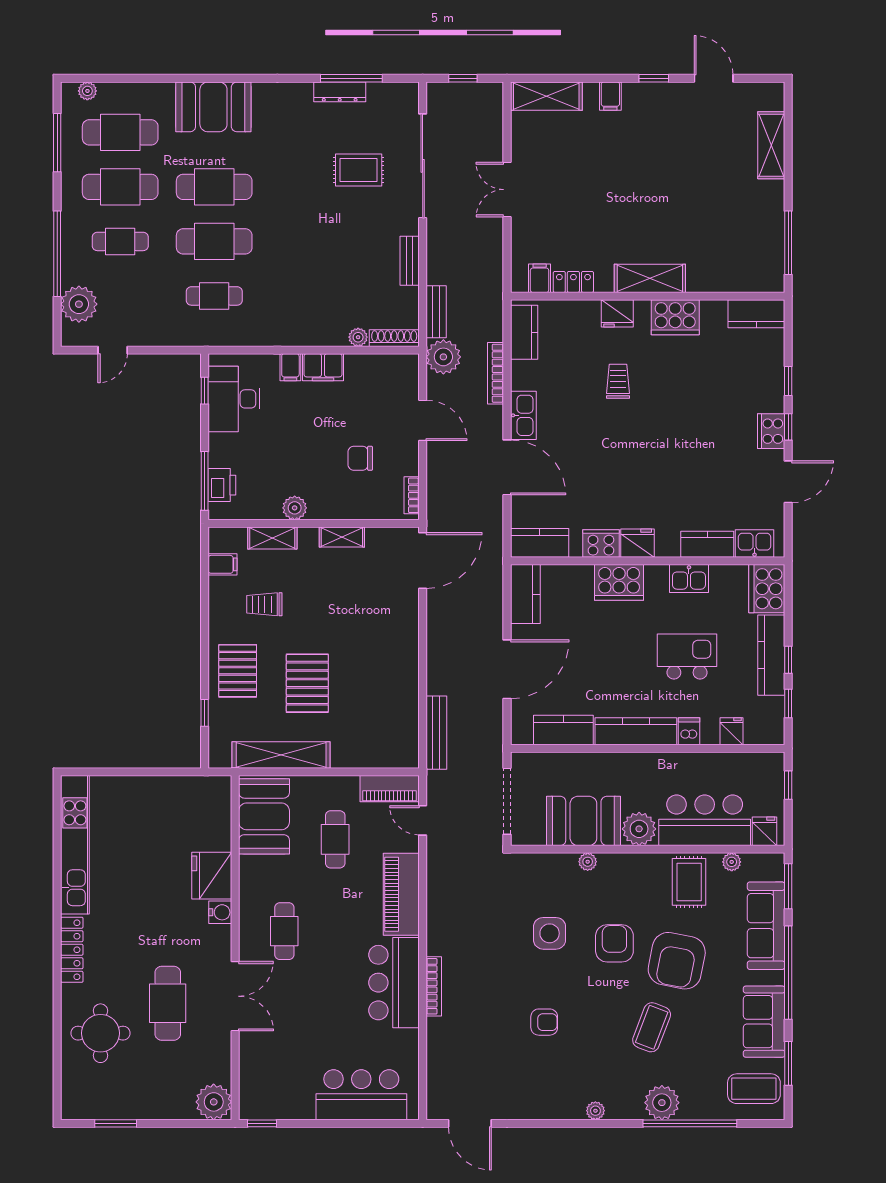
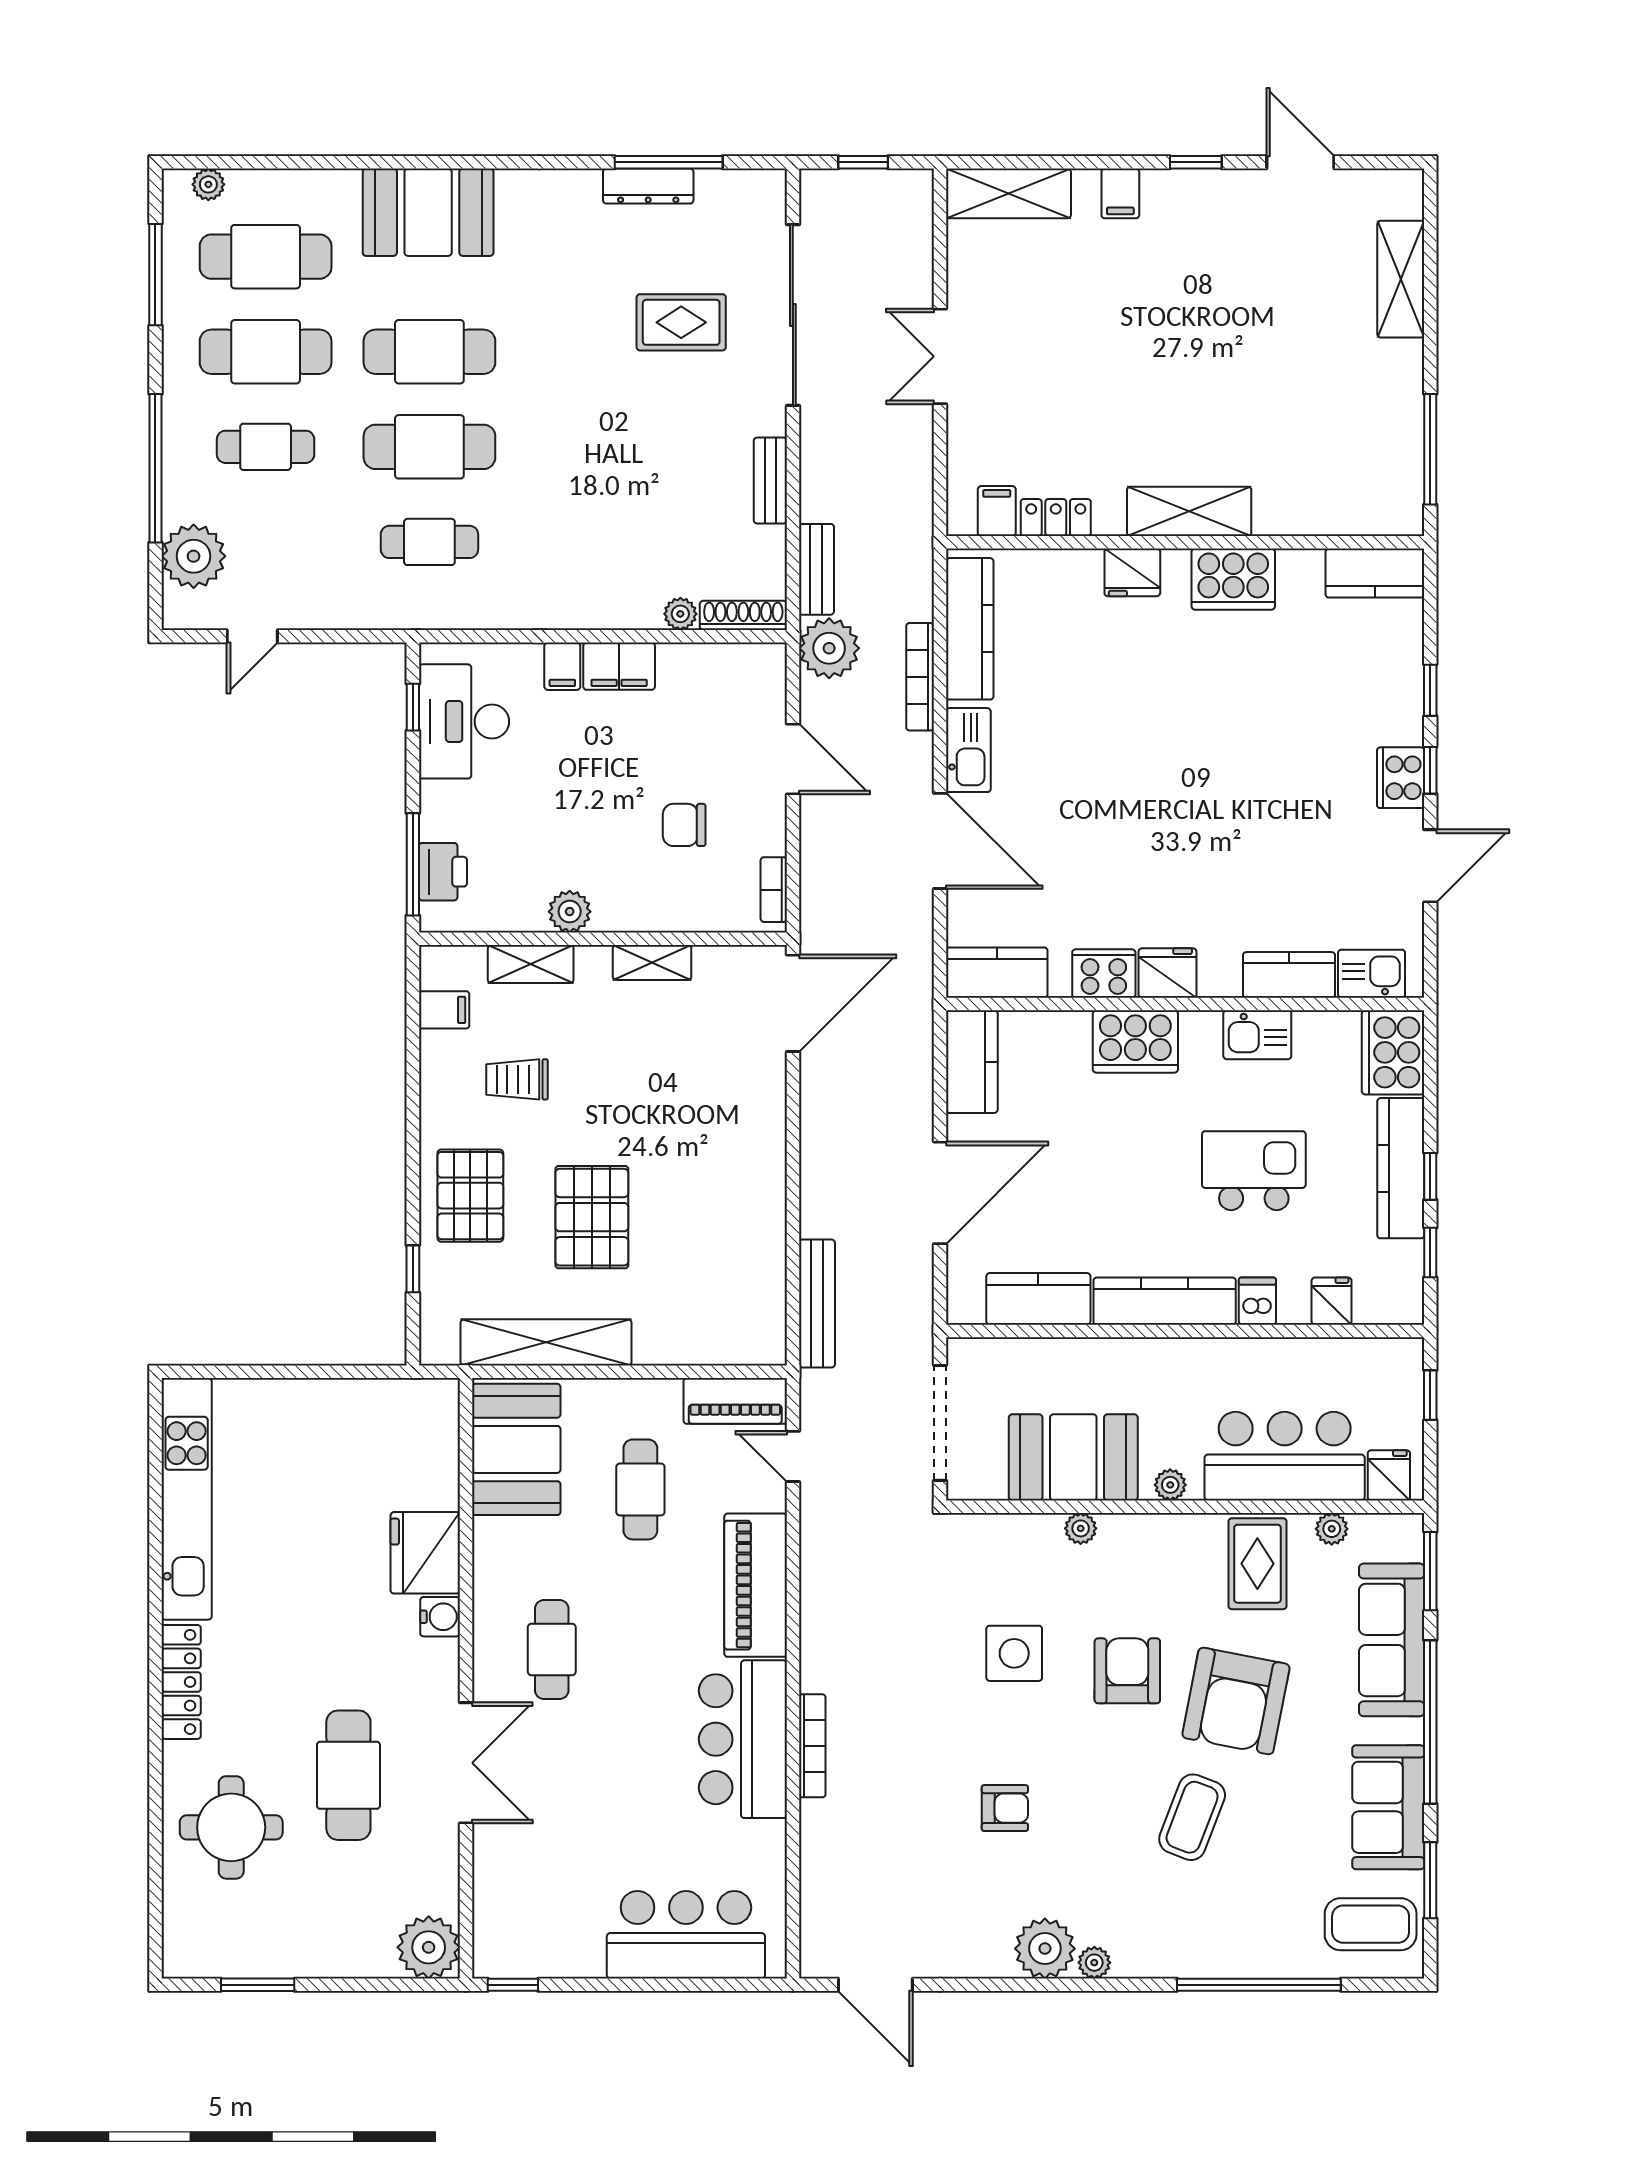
kitchen counter: (524, 332) -> (970, 629), width x1.50
trolley: (618, 381) -> (1133, 691), removed
plant: (639, 829) -> (1170, 1485), width x0.53, depth x0.53
plant: (662, 1103) -> (1045, 1949), moved

